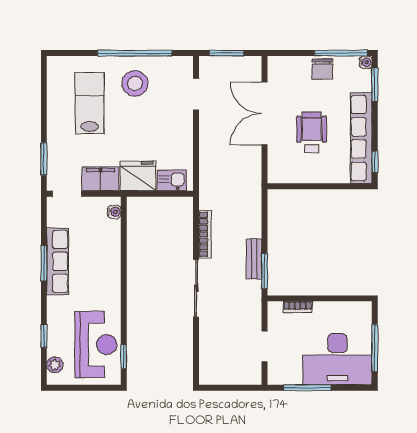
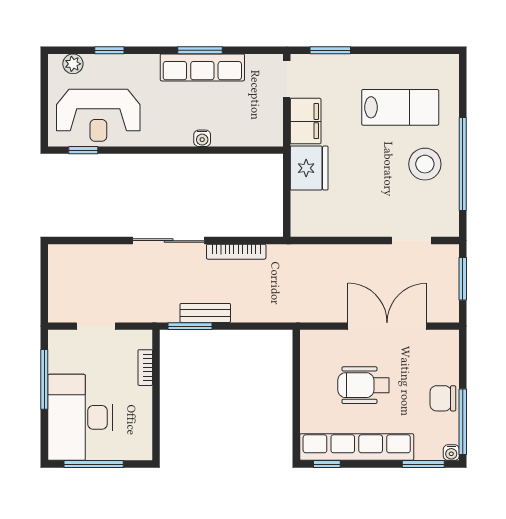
wheelchair: (312, 132) -> (364, 385), turned 180
kitchen sink: (172, 180) -> (304, 210), removed
water cooler: (114, 212) -> (202, 138), moved

